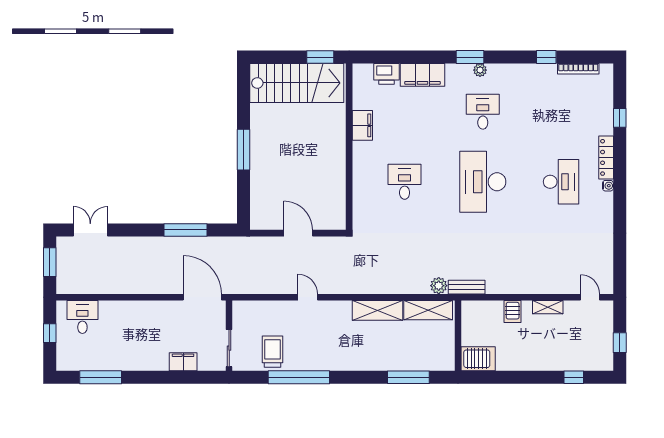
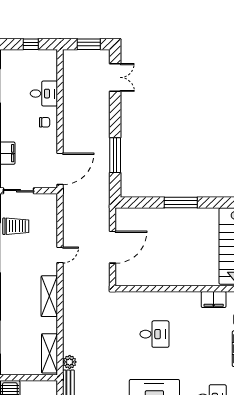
filing cabinet: (362, 125) -> (214, 300), moved
door: (298, 233) -> (112, 247), width x1.36
shelving: (378, 310) -> (49, 296), moved
chair: (145, 316) -> (45, 122), added
desk: (82, 317) -> (44, 94), moved

